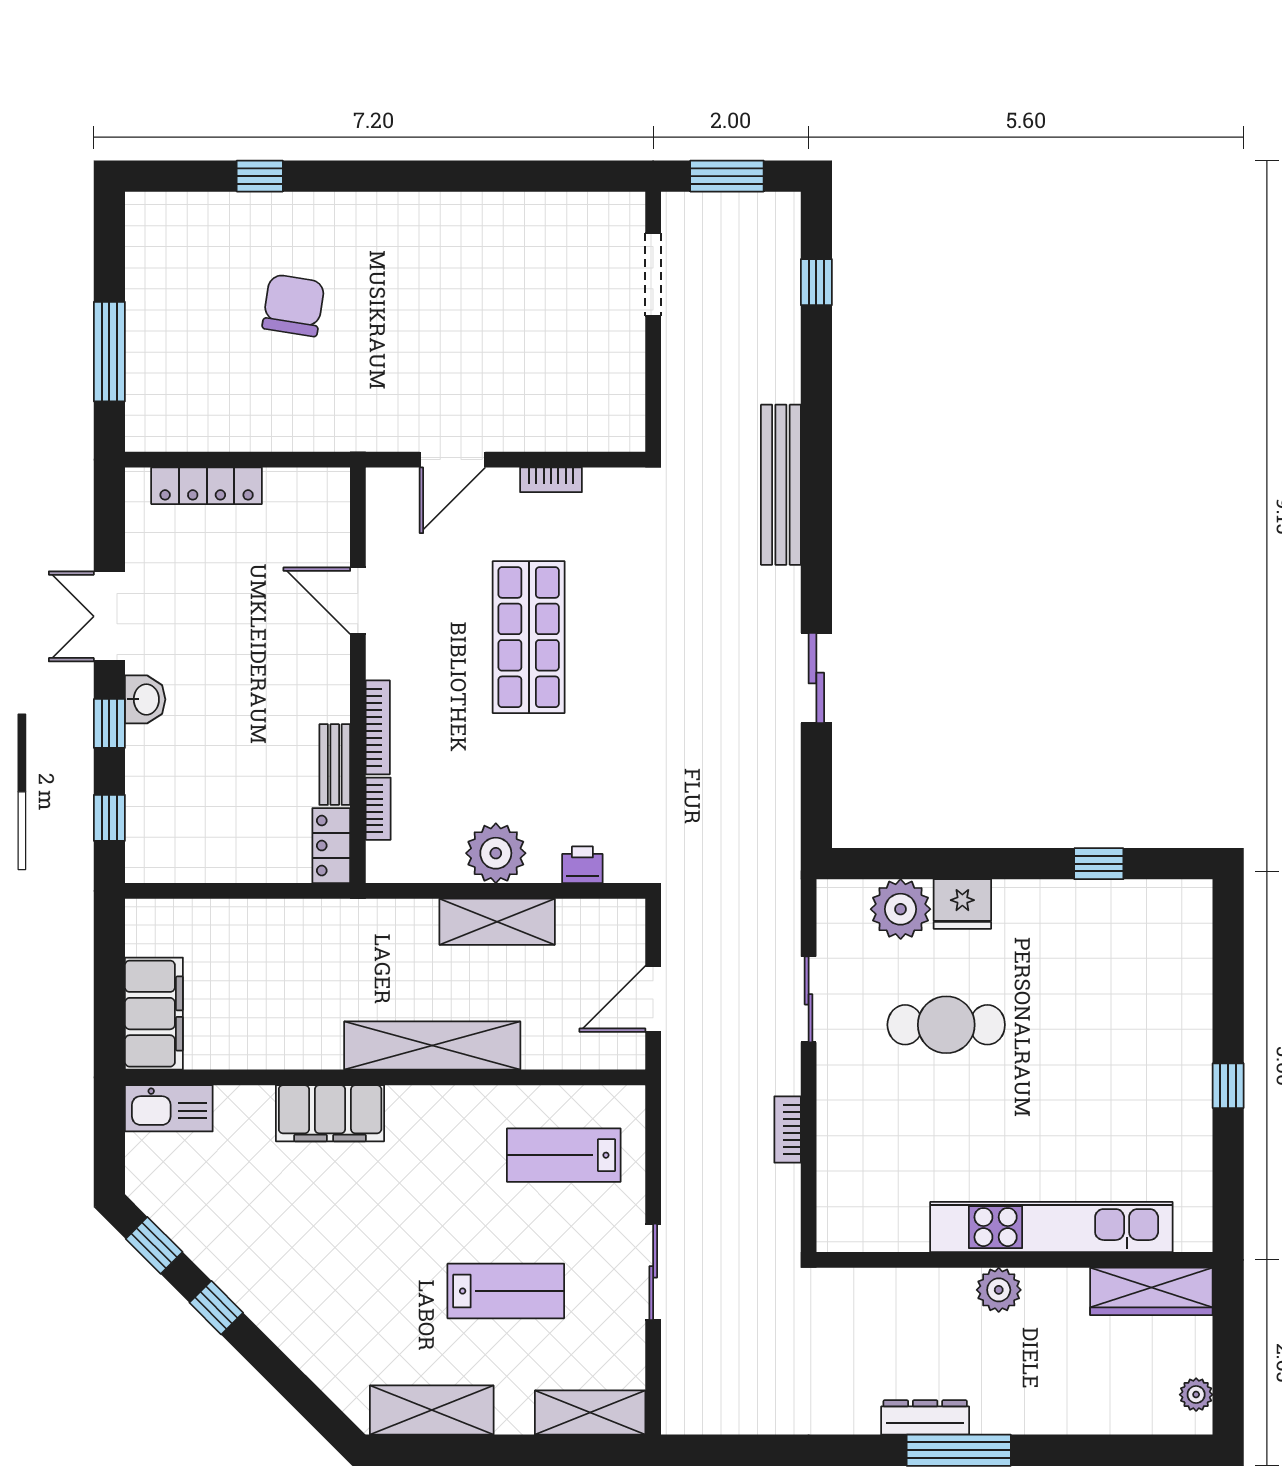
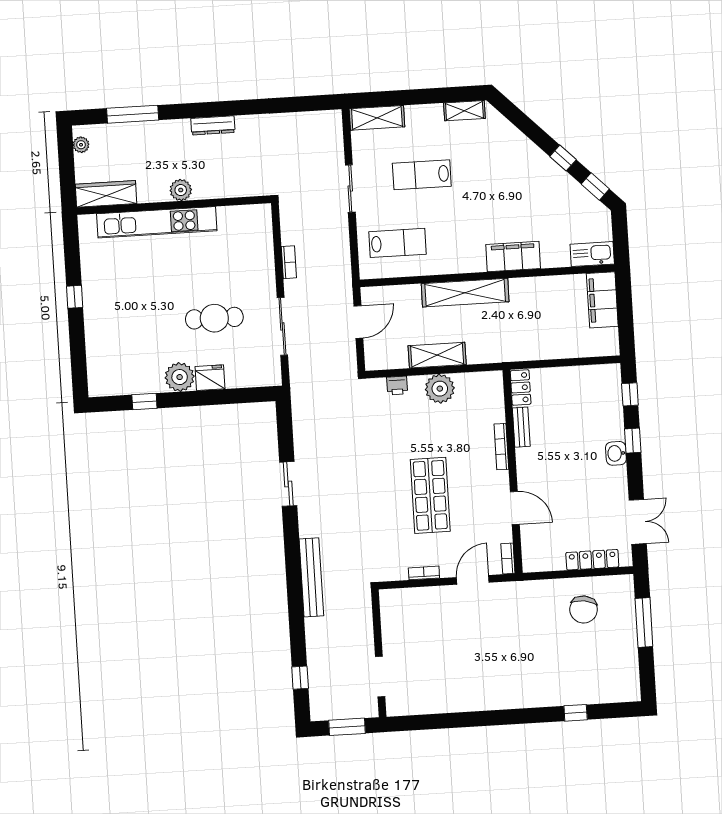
chair: (293, 305) -> (584, 610), moved
double door: (109, 616) -> (638, 522), moved
bookcase: (378, 809) -> (508, 559), moved
plant: (901, 909) -> (180, 377), moved
sliding door: (809, 999) -> (282, 326), width x1.37
shelving: (432, 1410) -> (464, 111), width x0.67, depth x0.75
window: (959, 1450) -> (133, 114), moved

